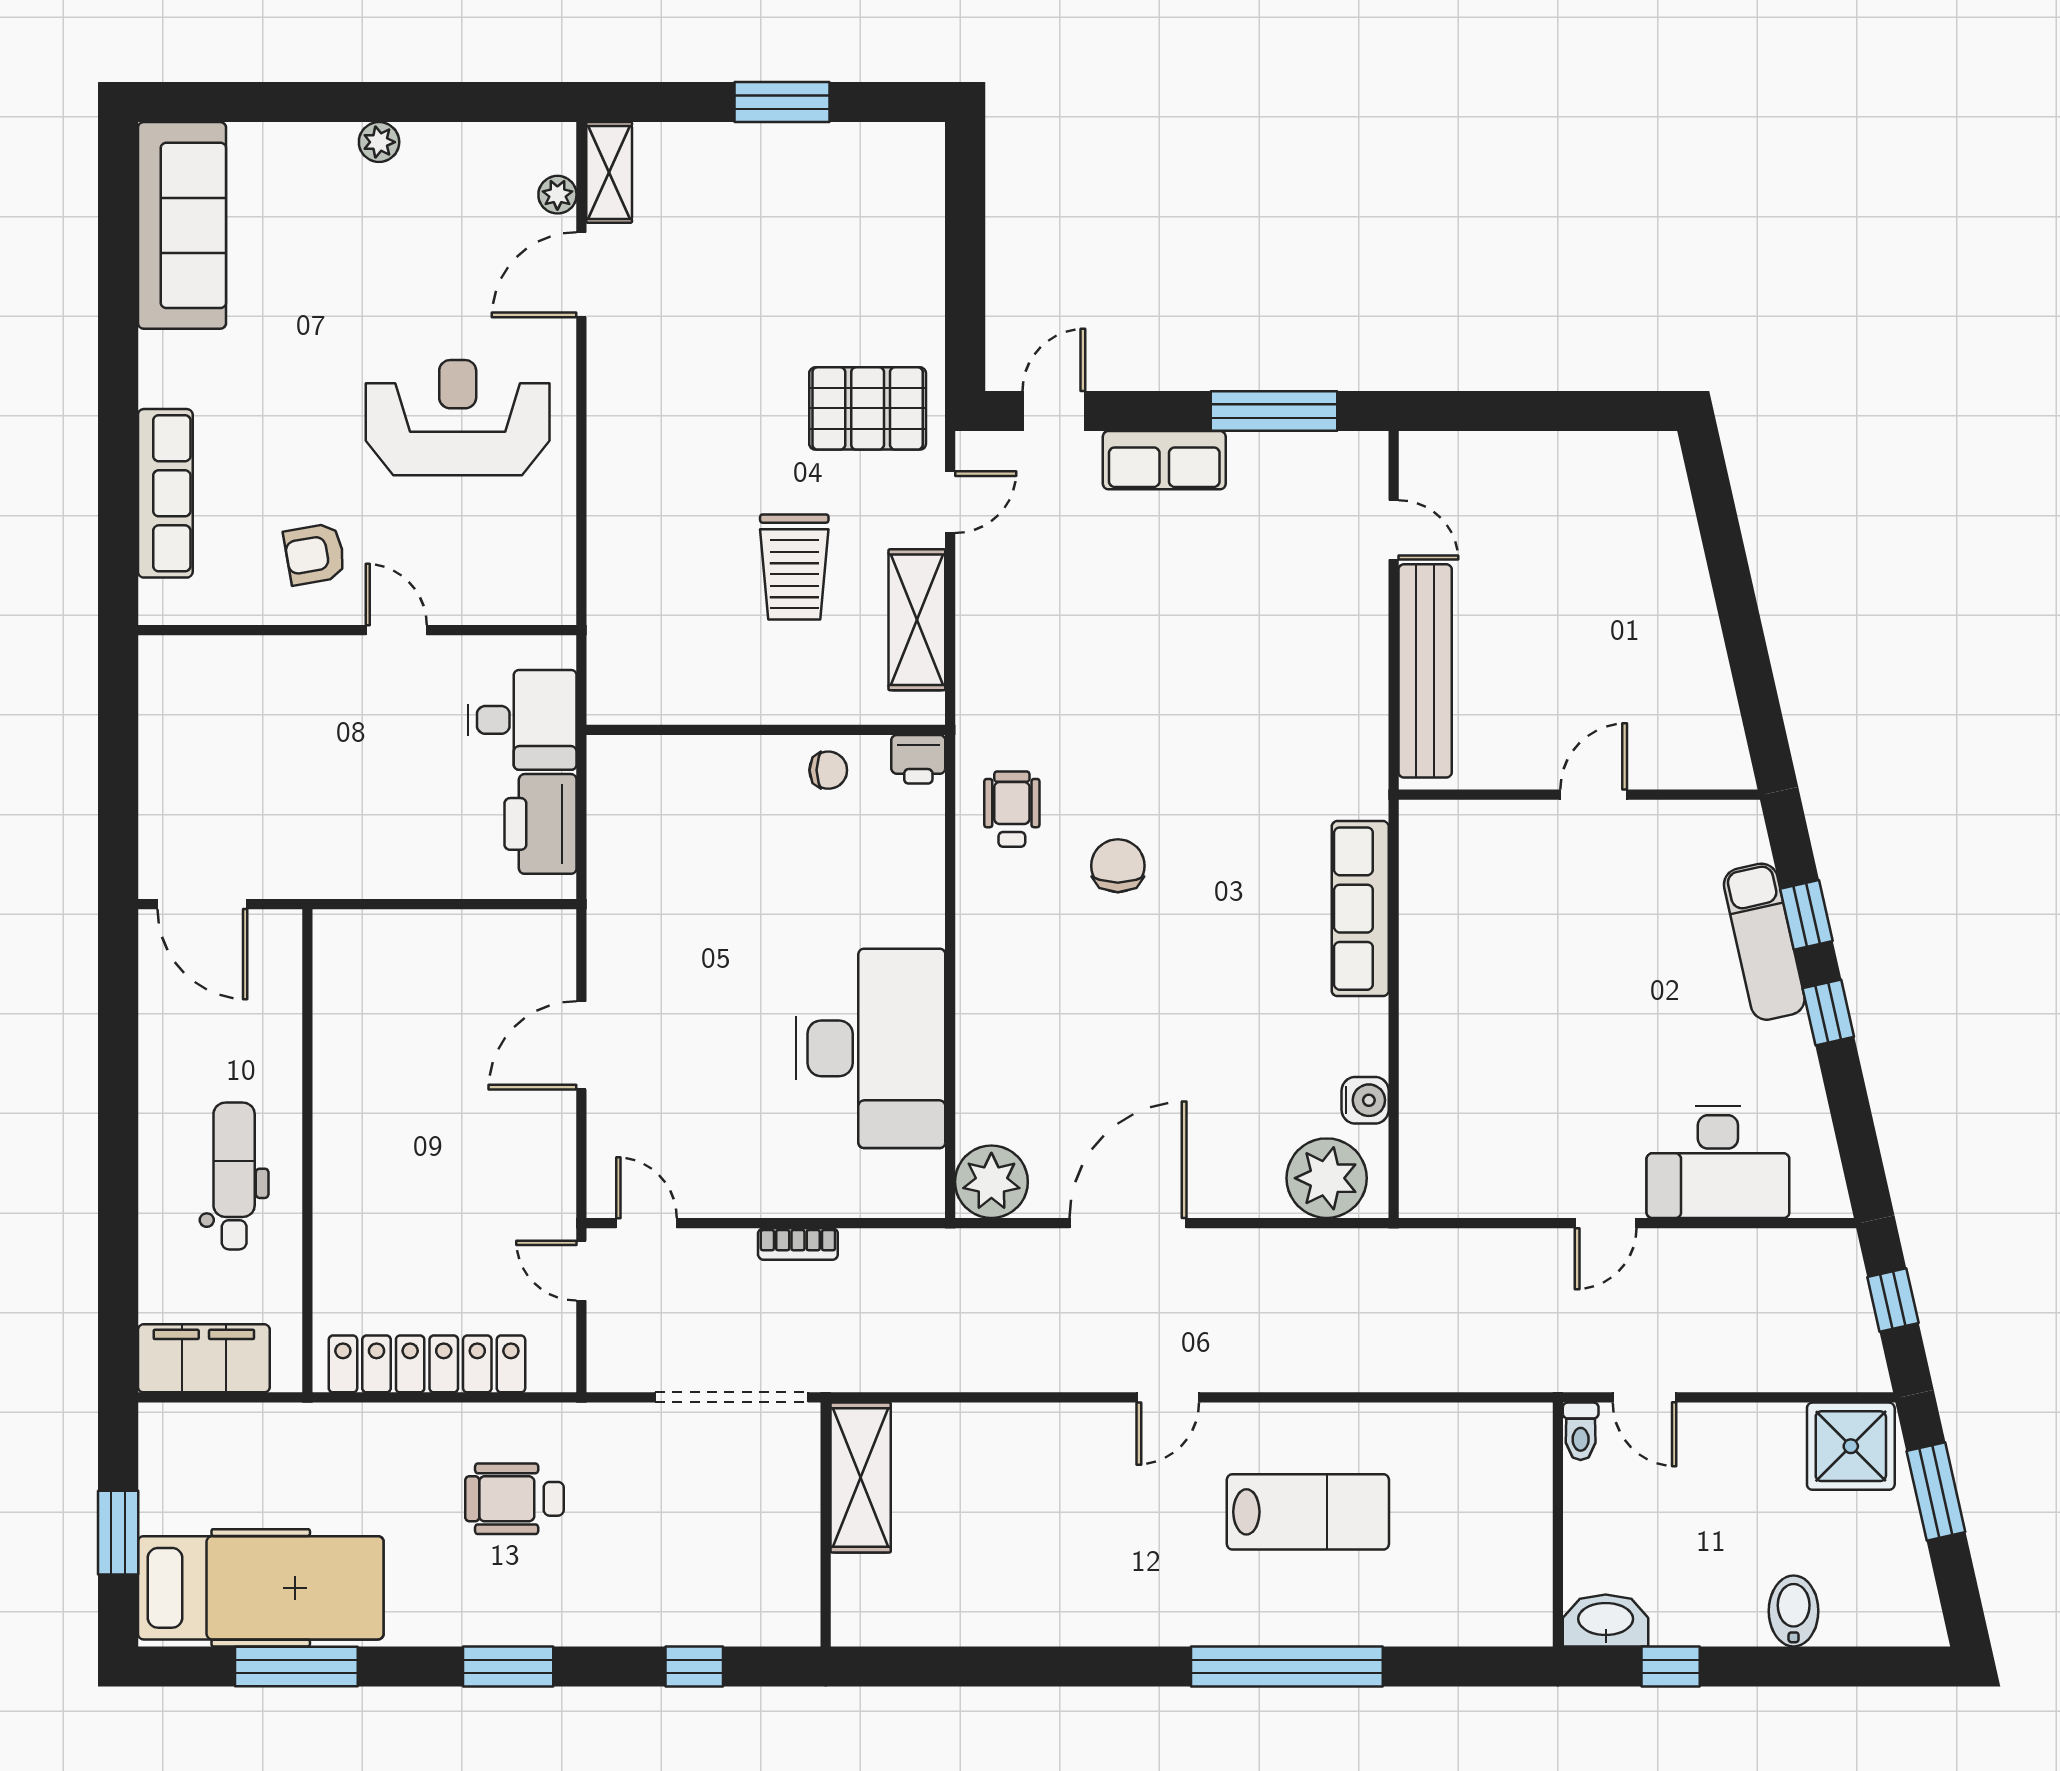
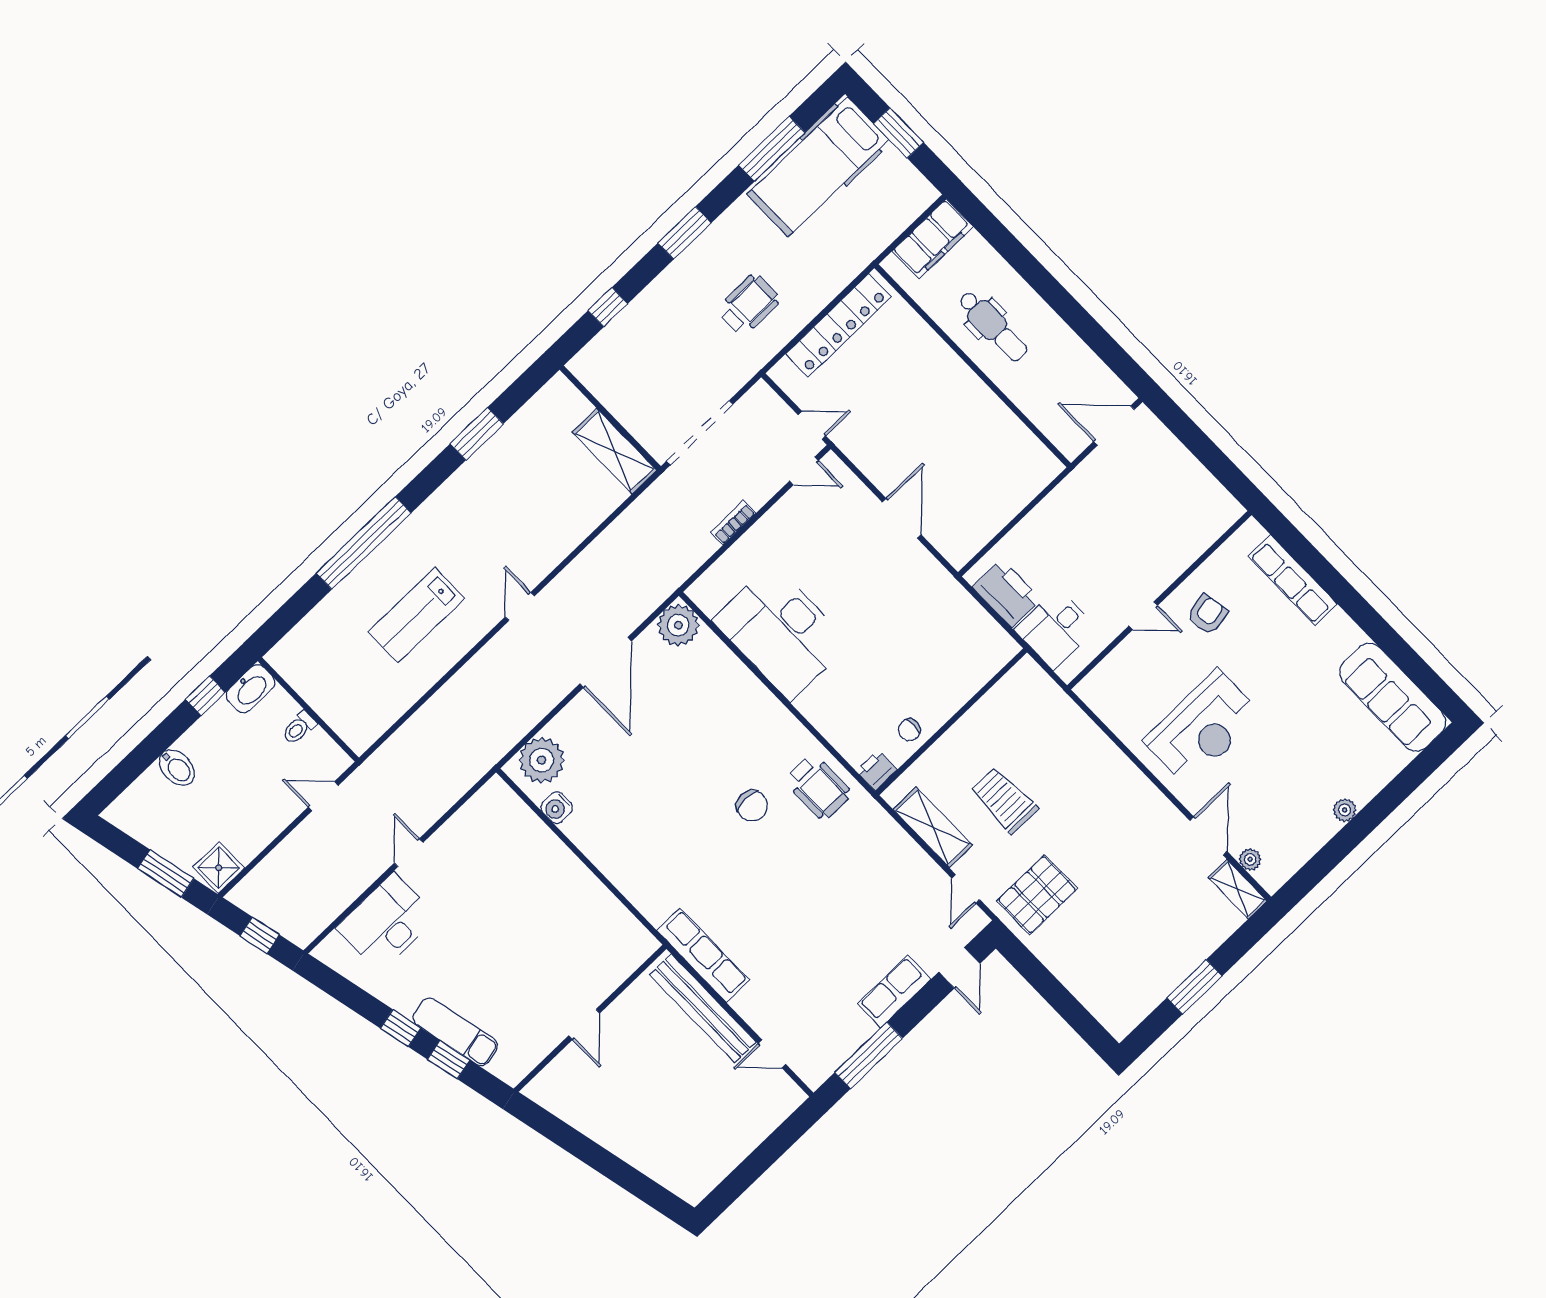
wheelchair: (1012, 809) -> (818, 787), width x1.36, depth x1.37
row of seats: (1360, 909) -> (703, 955), moved
toilet: (1581, 1431) -> (299, 728), moved, turned -90
shower: (1851, 1446) -> (219, 868), width x0.73, depth x0.73
window: (1012, 1667) -> (477, 434), added

